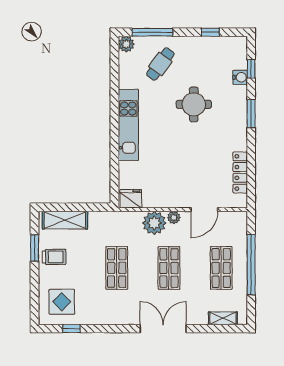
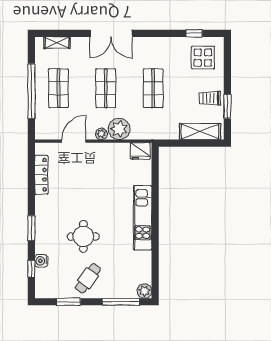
window: (210, 32) -> (68, 302), width x1.50
cafe table: (160, 64) -> (88, 278), moved

